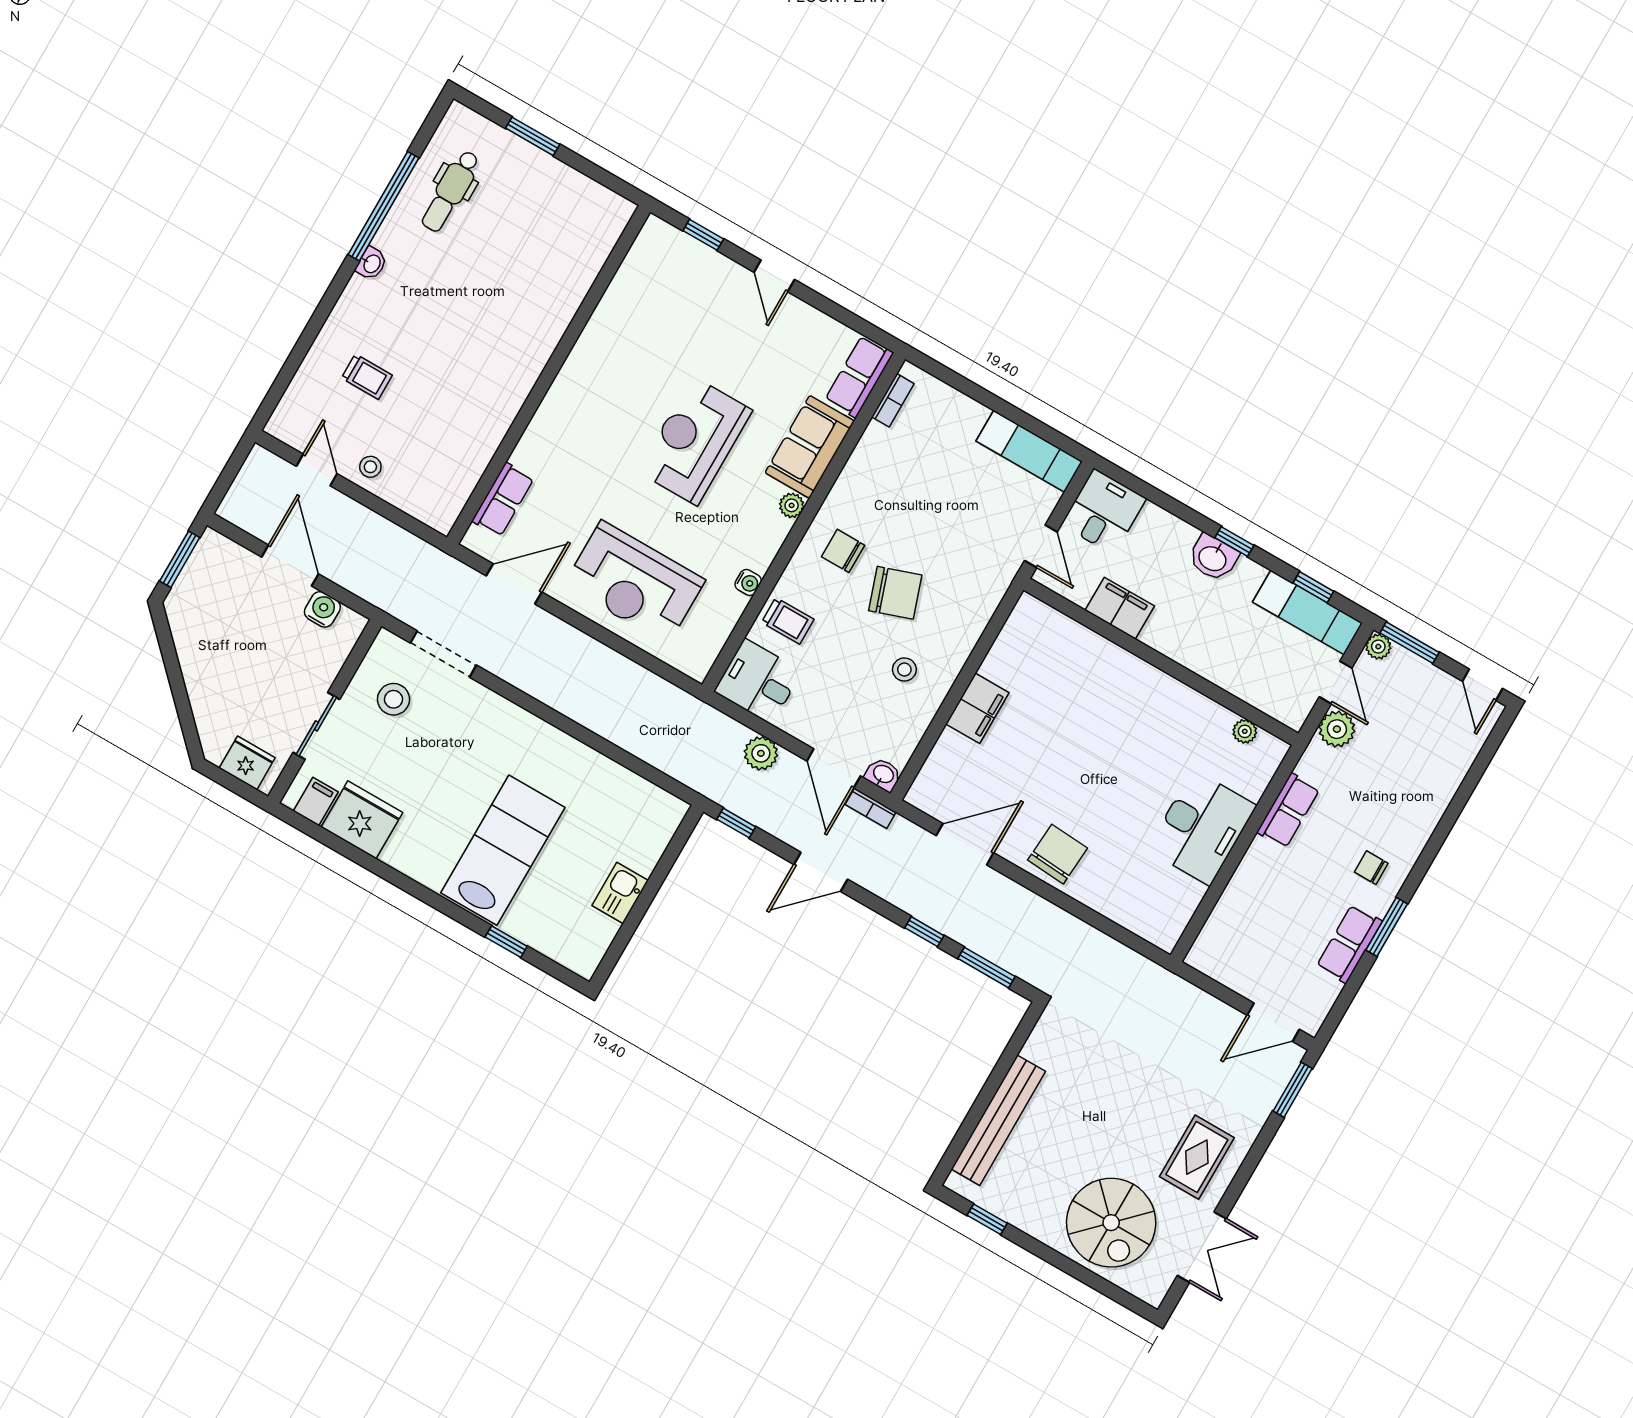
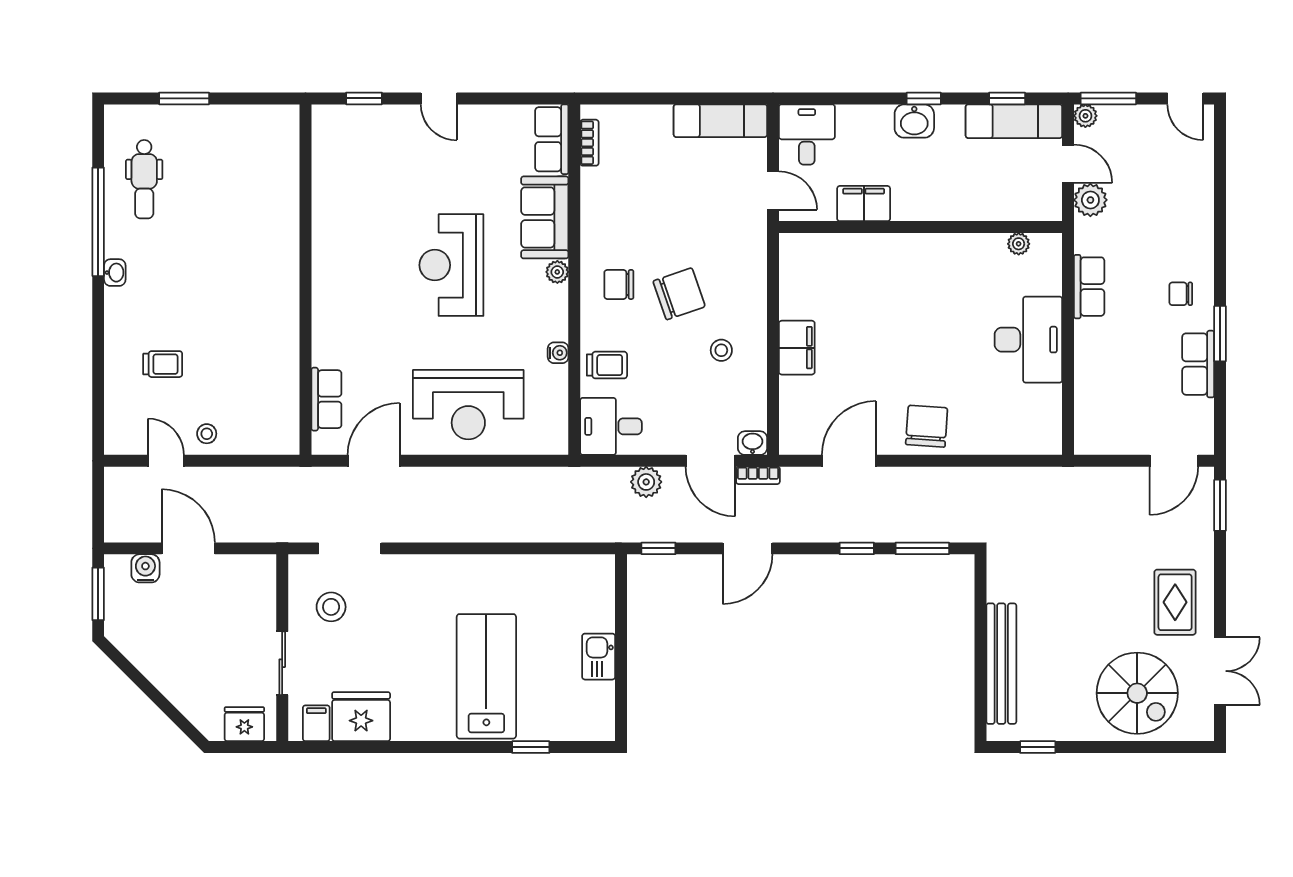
water cooler: (322, 609) -> (145, 568), moved

